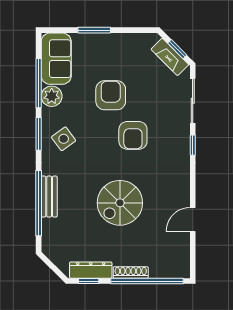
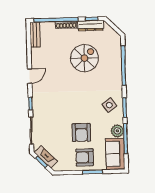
armchair: (133, 135) -> (85, 157), moved, turned -90
bench: (49, 197) -> (35, 35), moved
spiral stairs: (120, 203) -> (84, 58), moved
door: (193, 220) -> (30, 76), moved

